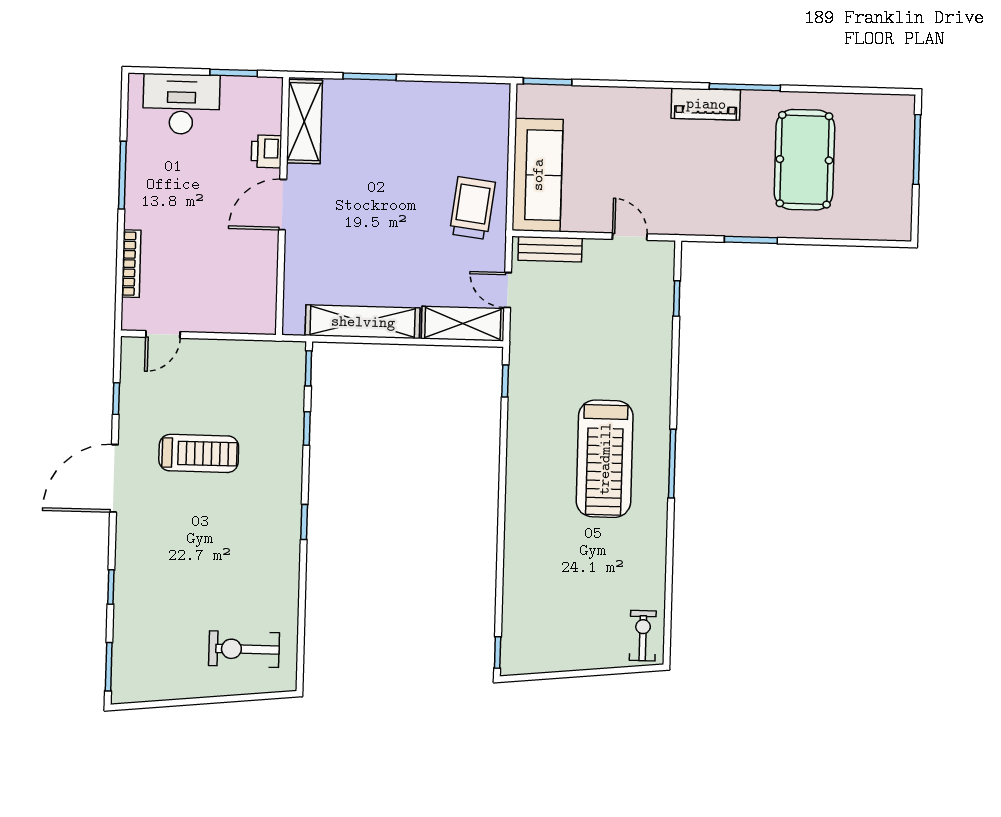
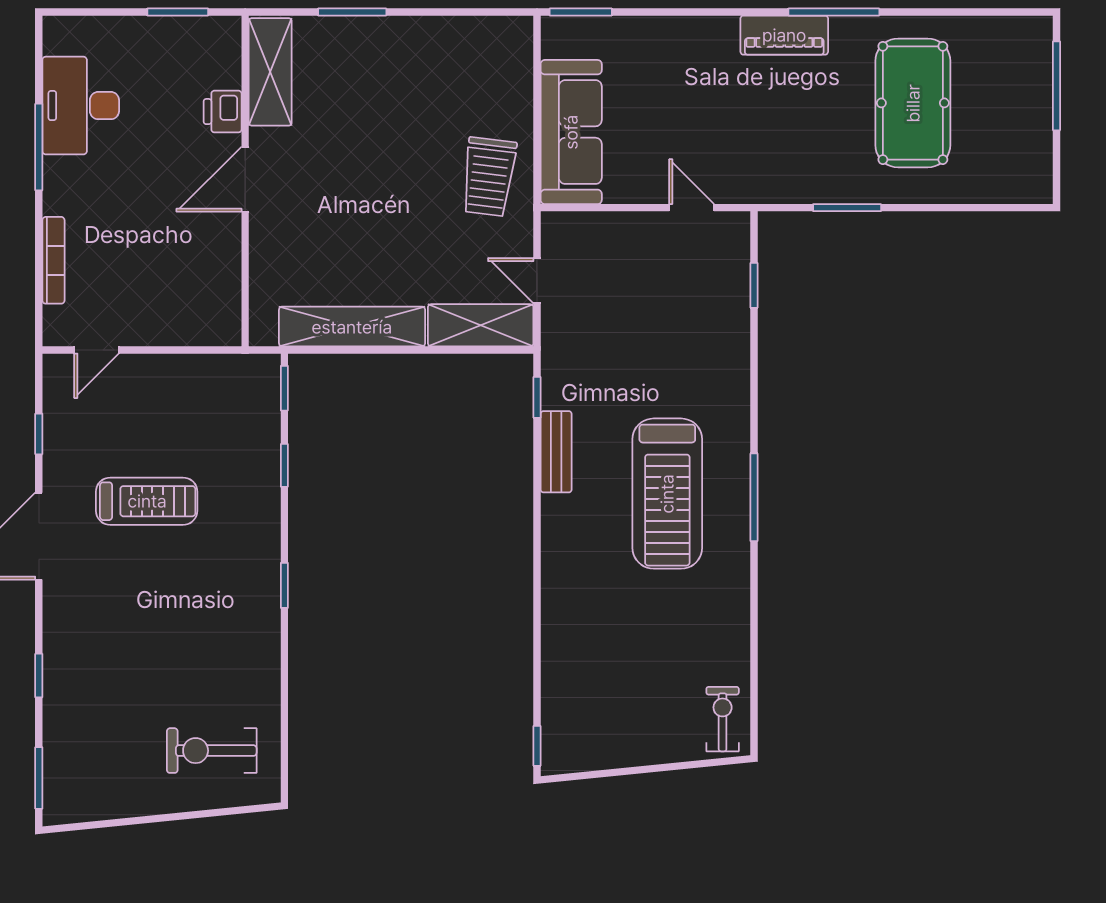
desk: (181, 104) -> (81, 106), moved, turned -90
trolley: (472, 208) -> (489, 177), turned 180
bench: (550, 249) -> (556, 452), moved, turned 90

